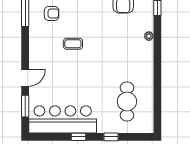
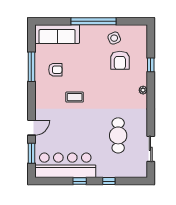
cafe table: (127, 101) -> (118, 135), moved
sliding door: (157, 101) -> (151, 149), added

